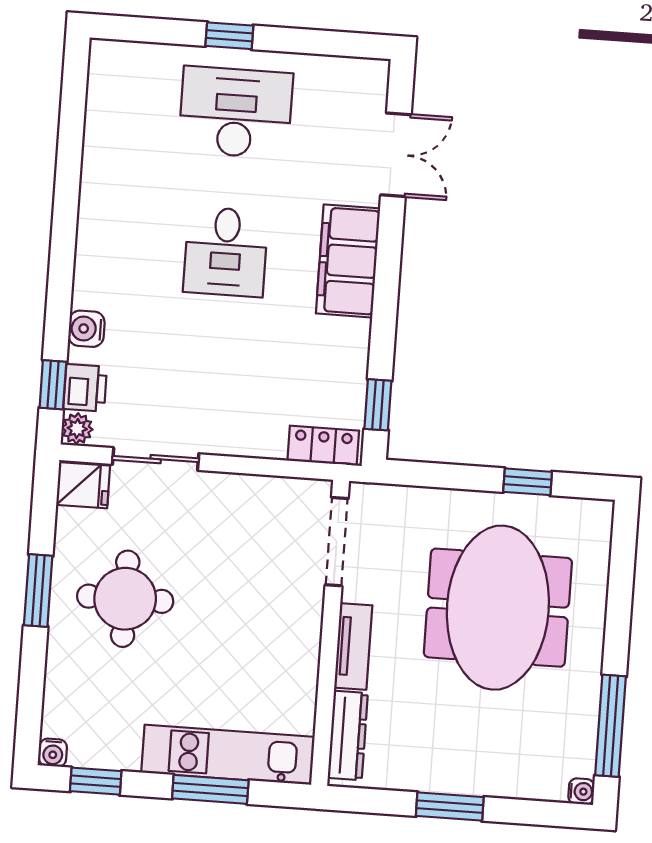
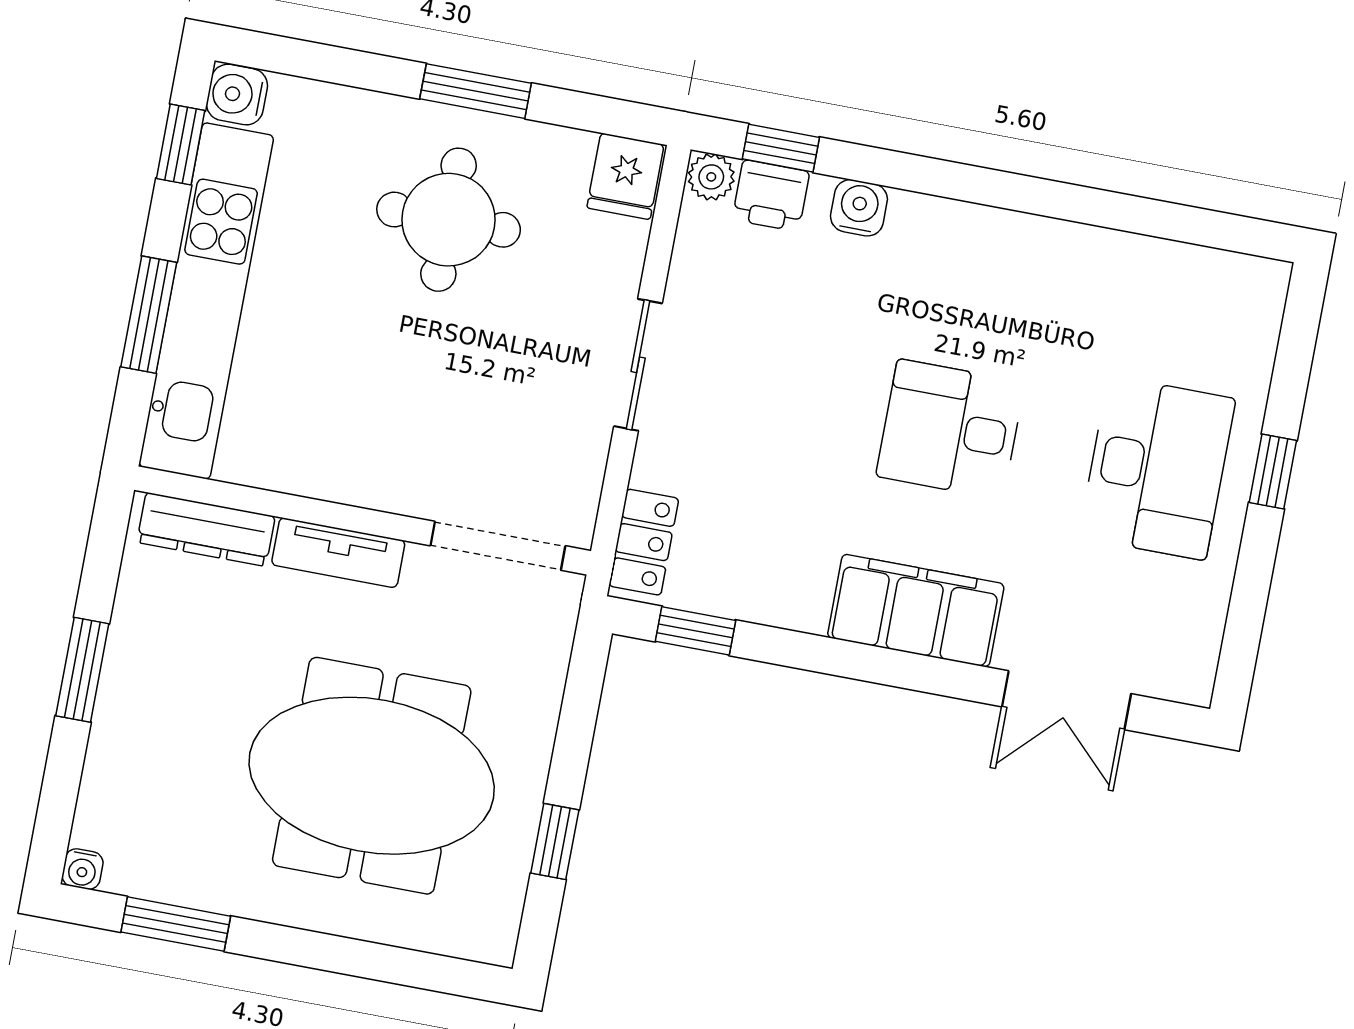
sliding door: (156, 459) -> (638, 365), moved
window: (611, 726) -> (176, 924), width x0.69
water cooler: (53, 753) -> (237, 95), width x1.38, depth x1.38
kitchen unit: (228, 755) -> (206, 301), width x1.36

